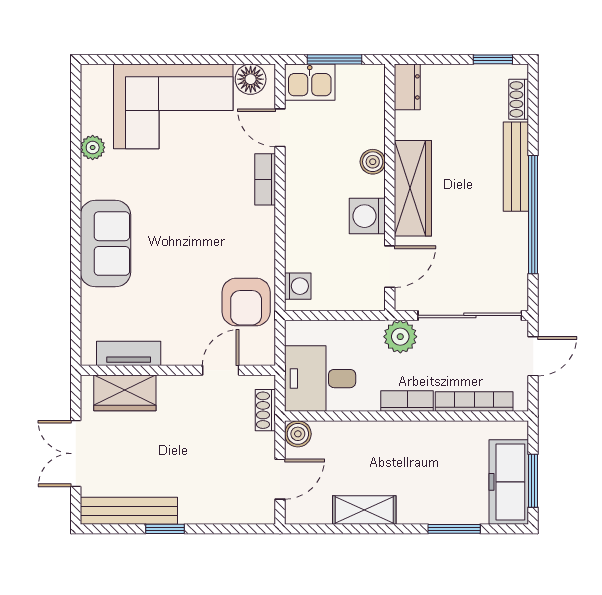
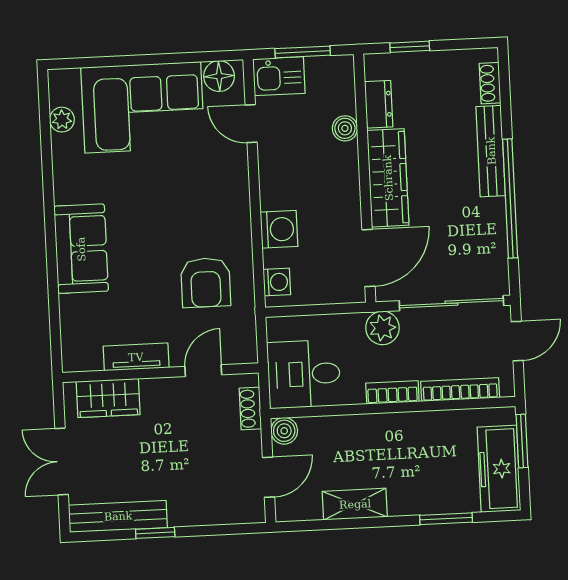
window: (493, 59) -> (410, 47), moved
dresser: (407, 87) -> (379, 104), moved
plant: (93, 147) -> (62, 120), moved
boiler: (373, 162) -> (345, 128), moved
bookcase: (265, 179) -> (239, 176), removed
washing machine: (367, 216) -> (279, 229), moved, turned 180
door: (390, 267) -> (369, 258), width x1.38
armchair: (246, 302) -> (206, 283), moved
tv unit: (129, 353) -> (136, 357), moved
window: (533, 481) -> (522, 441), moved

